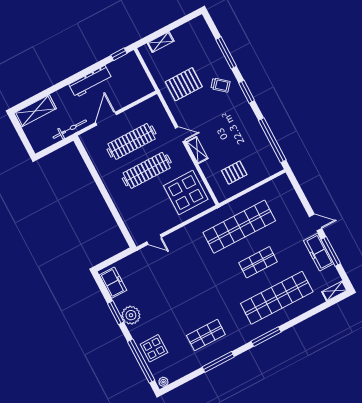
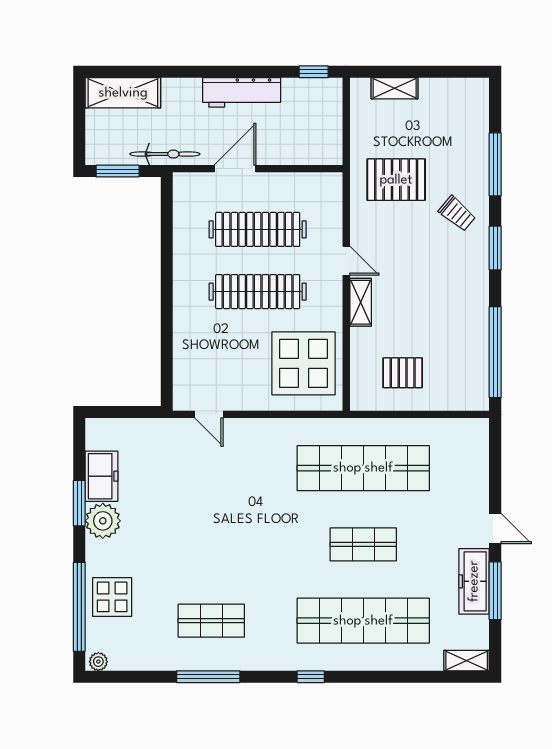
window: (52, 149) -> (118, 171), added
freezer: (113, 283) -> (102, 476), moved
window: (266, 337) -> (311, 677), width x0.46

